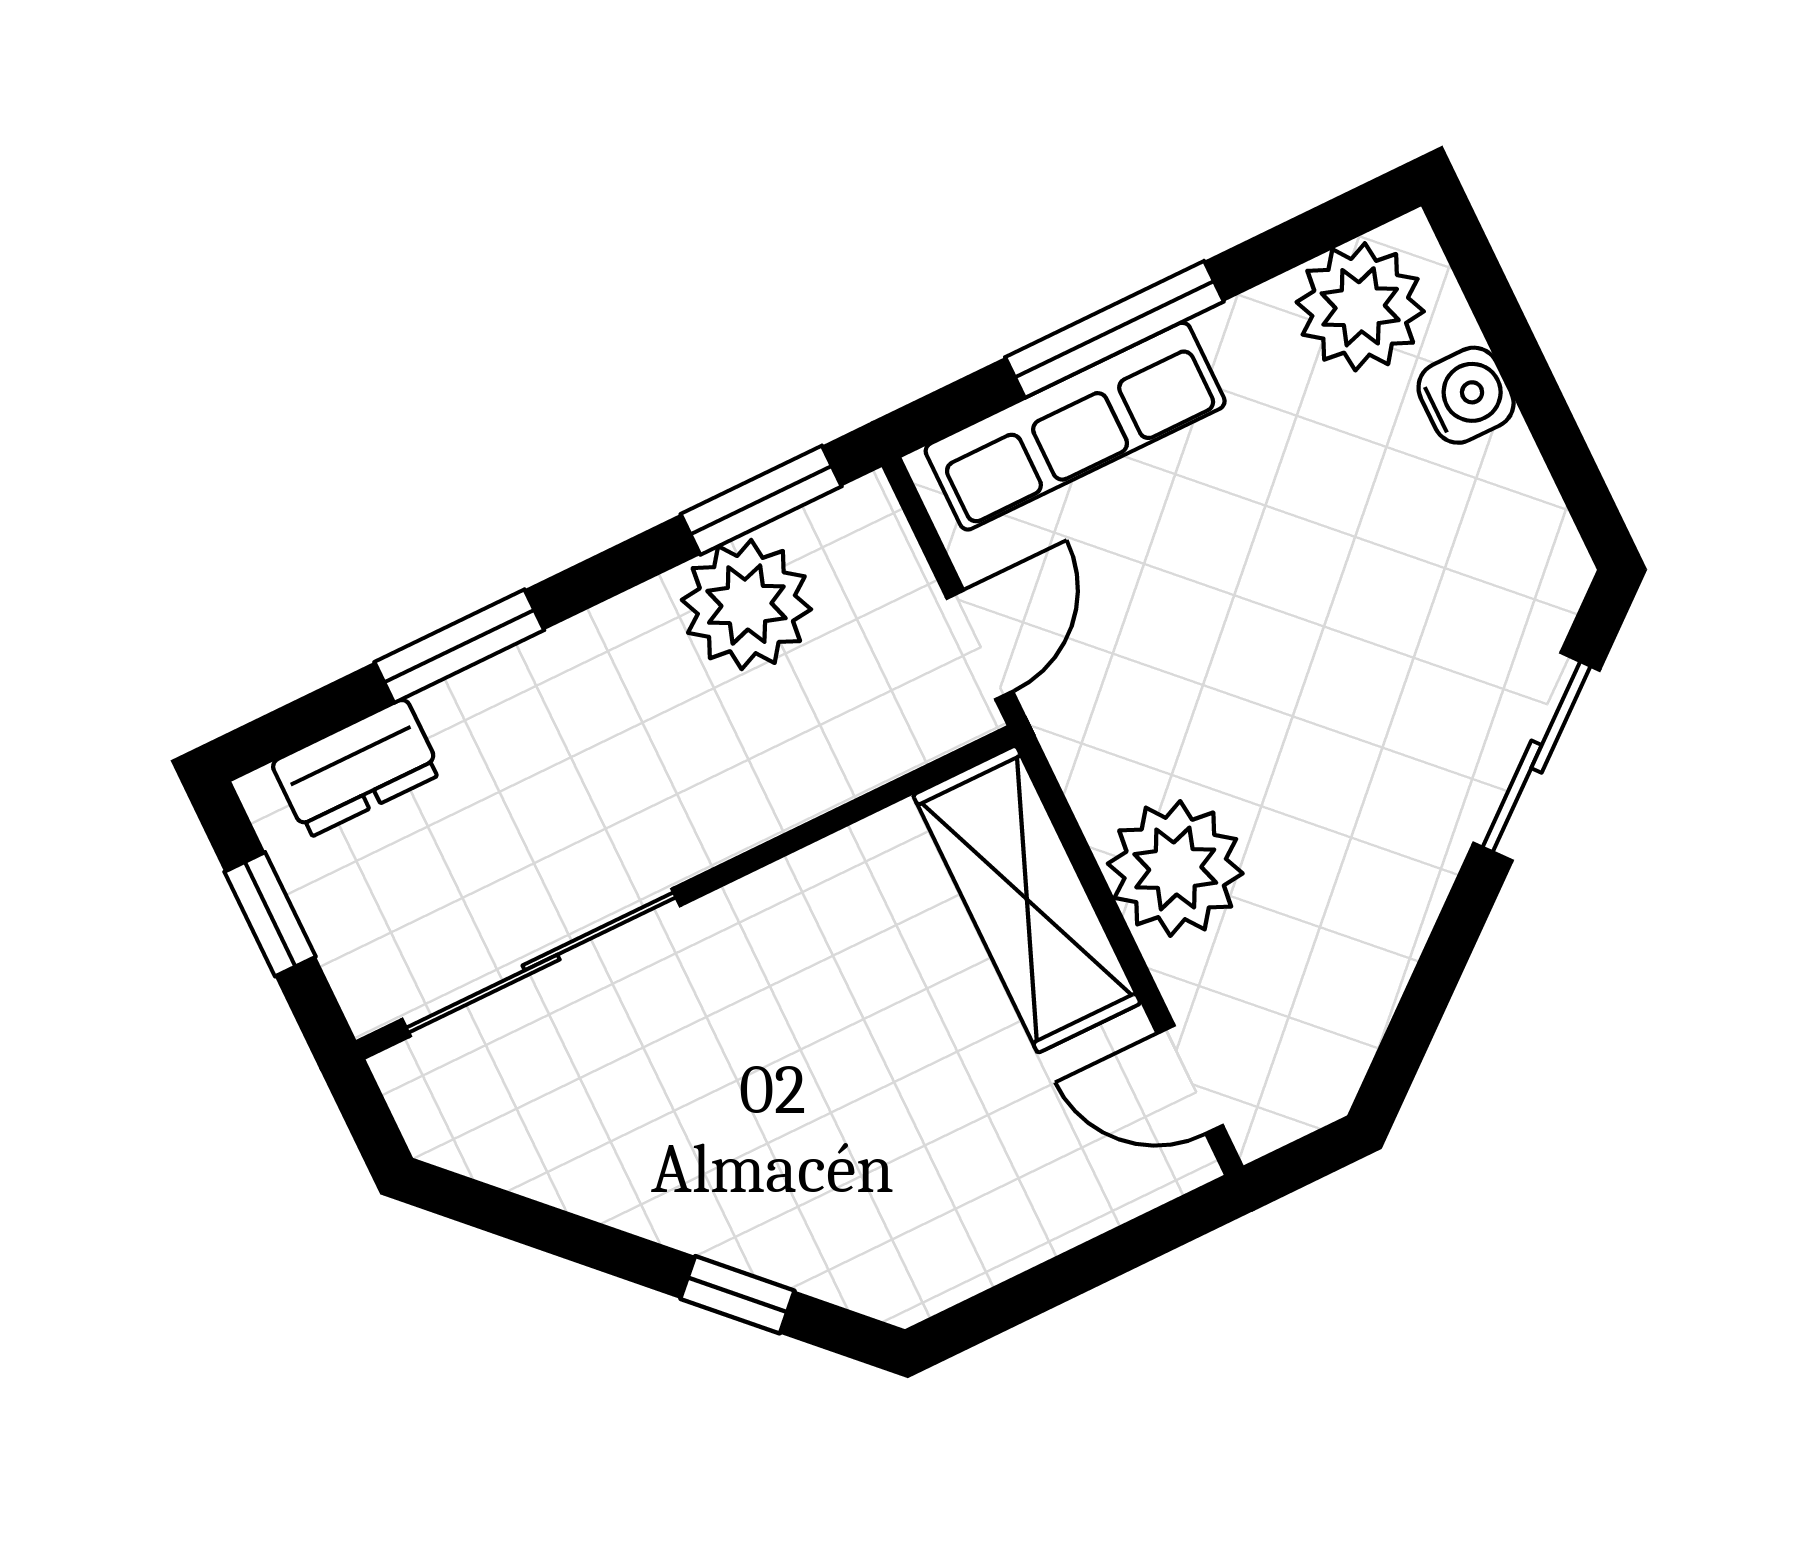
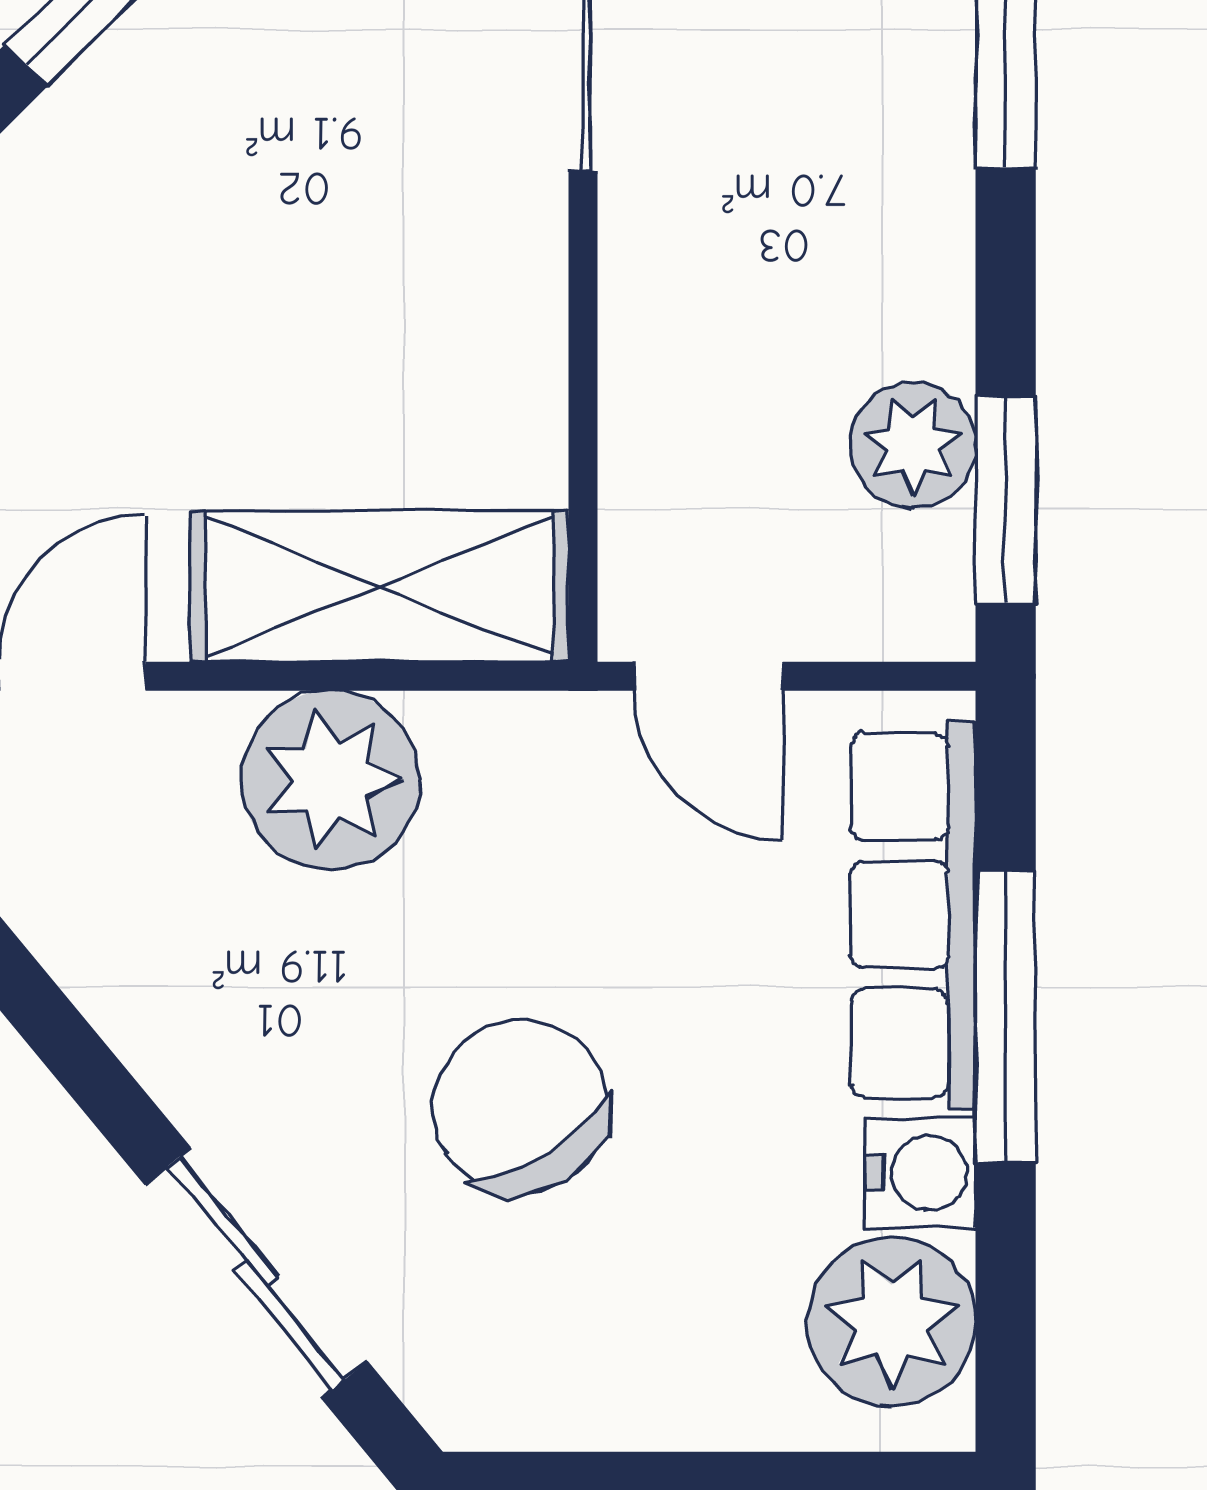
water cooler: (1466, 395) -> (920, 1173), moved, turned -90
plant: (746, 605) -> (913, 445), width x0.73, depth x0.73
chair: (1336, 631) -> (520, 1107), added

